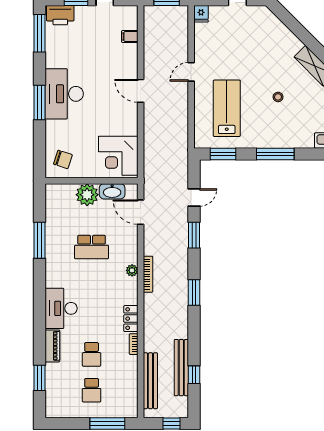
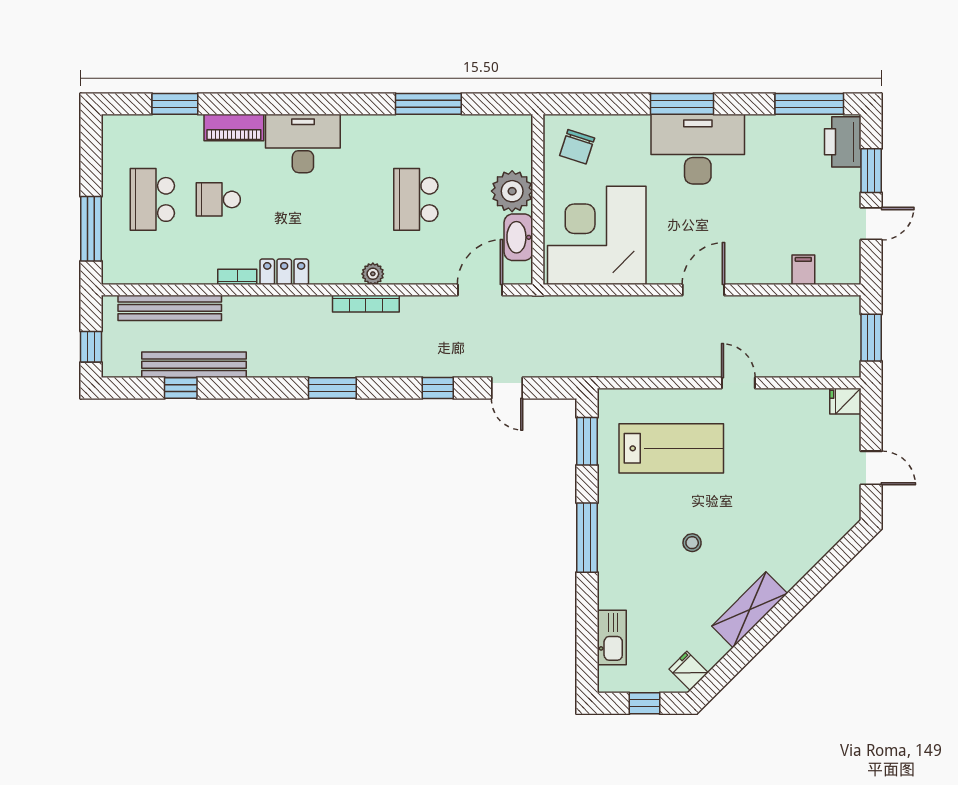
corner desk: (118, 156) -> (597, 235), width x1.36, depth x1.36
window: (194, 235) -> (438, 388), width x0.67
school desk: (92, 390) -> (152, 199), width x1.85

